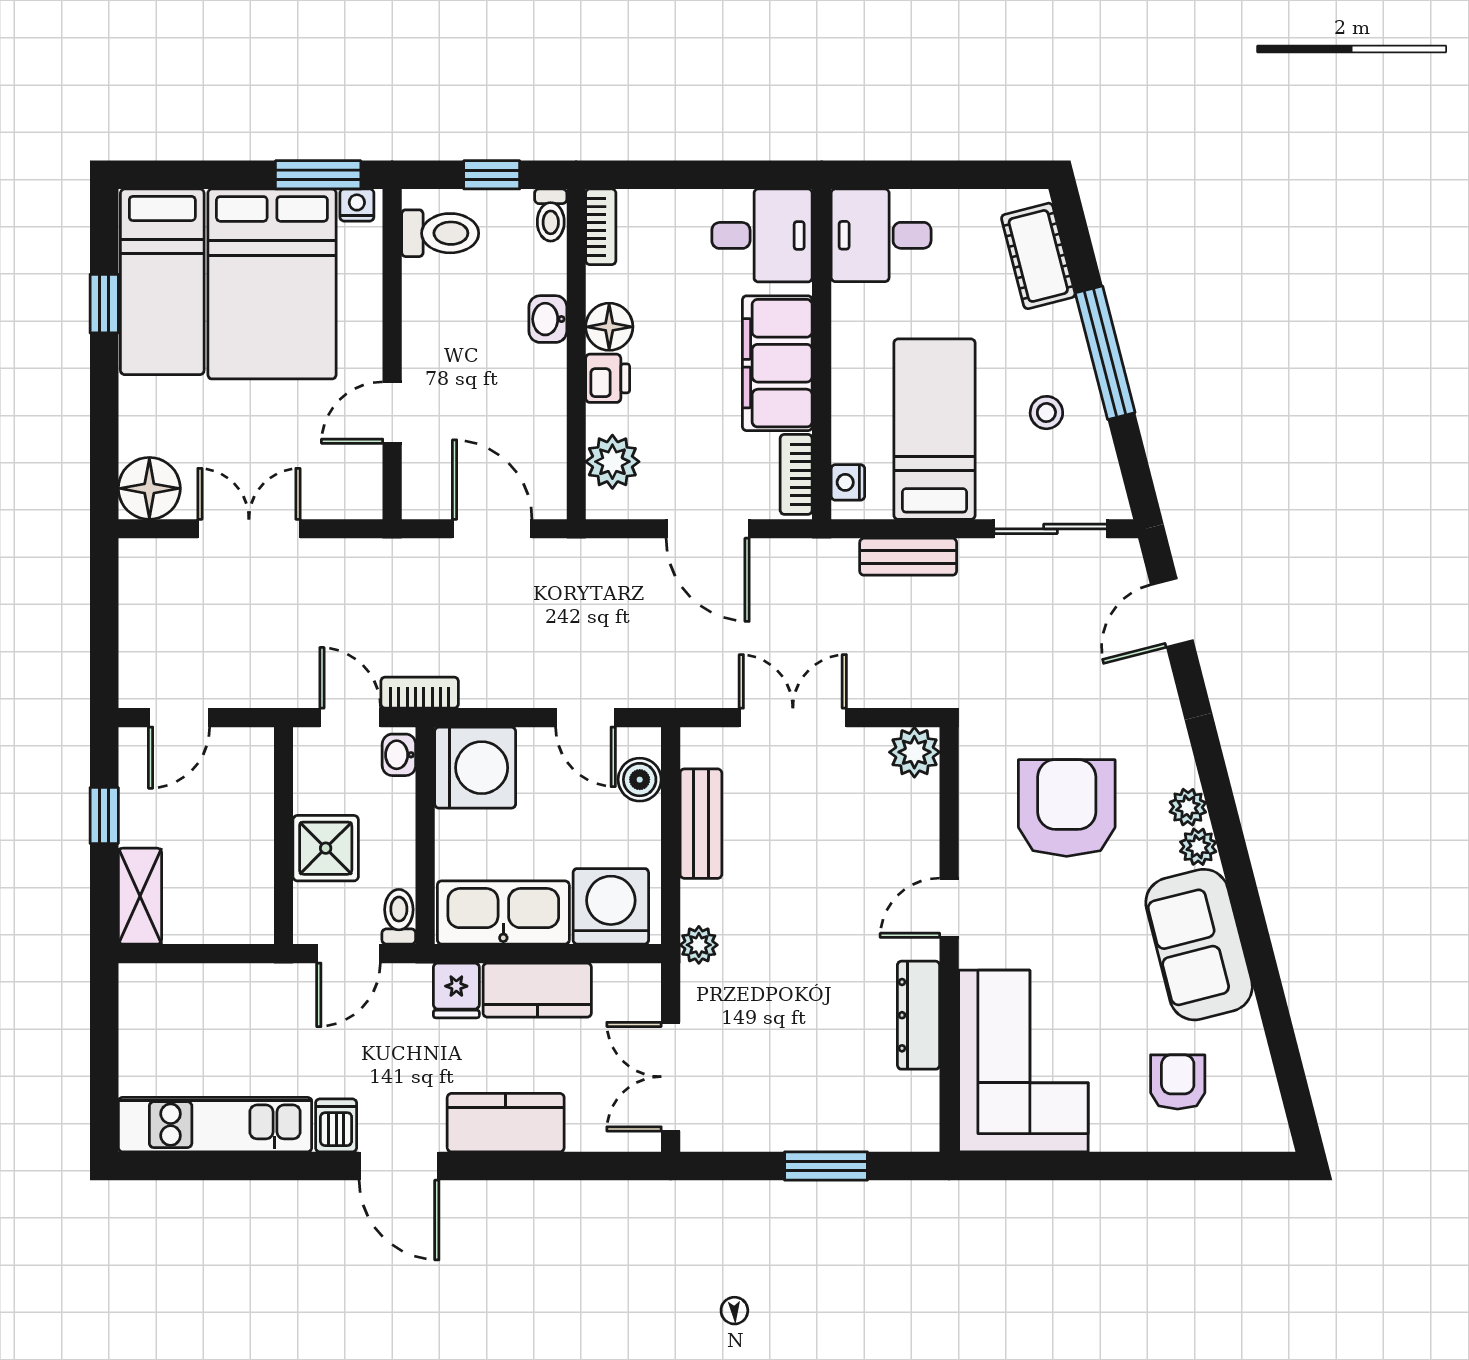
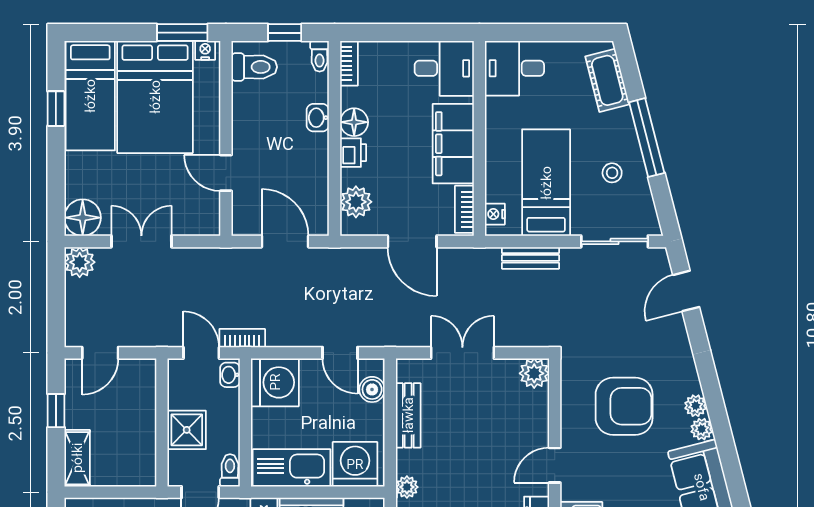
door: (392, 413) -> (226, 173), hinge flipped
plant: (144, 564) -> (80, 262), added
armchair: (1067, 808) -> (624, 406), turned 90

